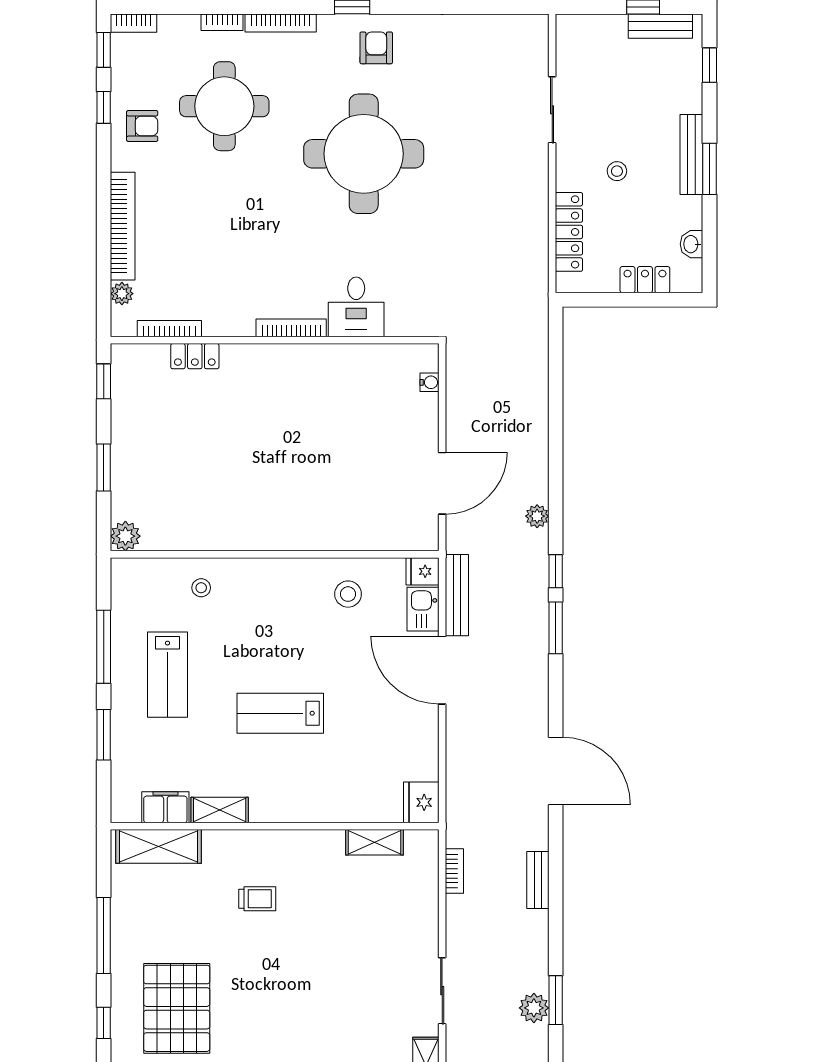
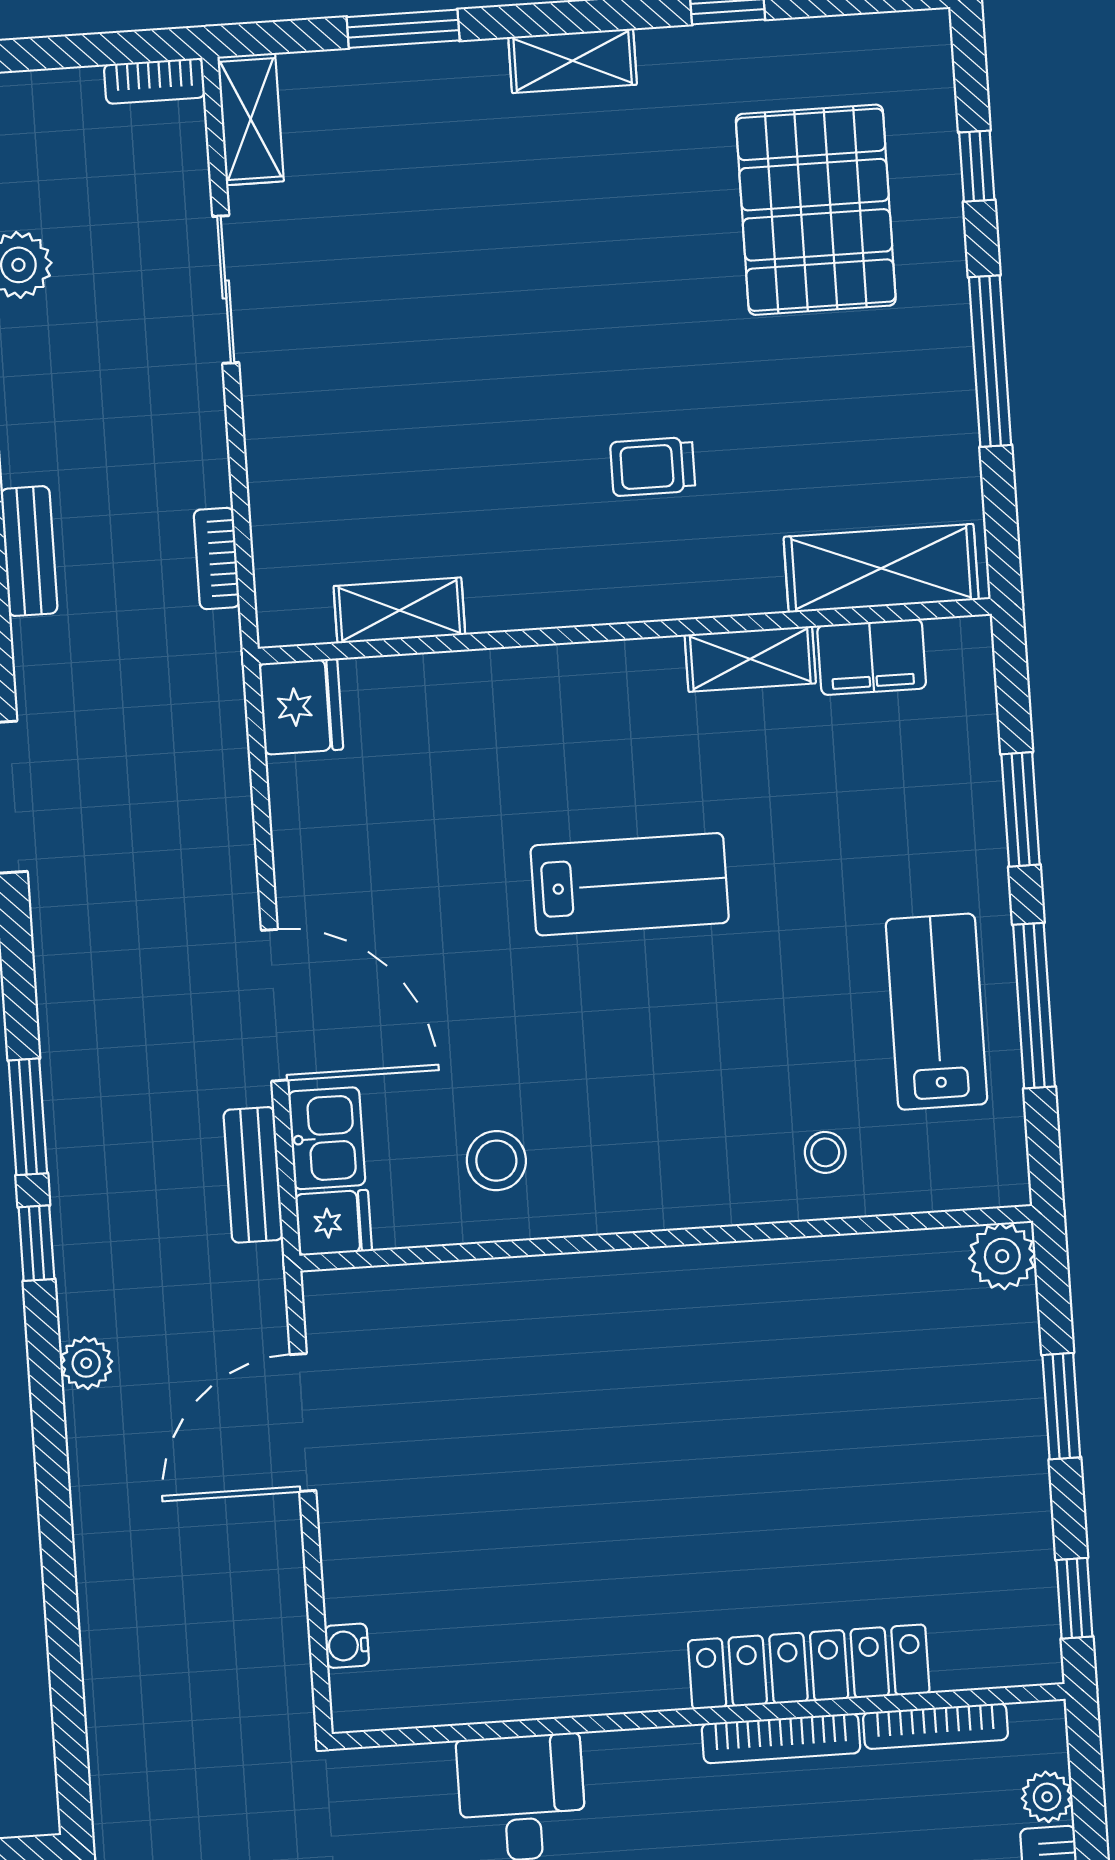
bookcase: (291, 328) -> (781, 1738), moved
locker: (195, 356) -> (809, 1667), width x2.16, depth x1.21
bench: (457, 595) -> (253, 1175), width x0.73
lab bench: (167, 675) -> (936, 1012), moved

